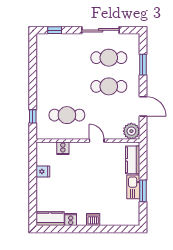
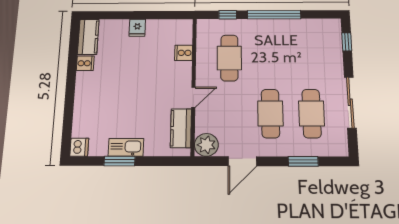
window: (33, 82) -> (274, 15), added
kitchen counter: (133, 160) -> (181, 128), moved, turned -90
fridge: (43, 172) -> (137, 28), moved
dishwasher: (93, 220) -> (79, 147), moved

